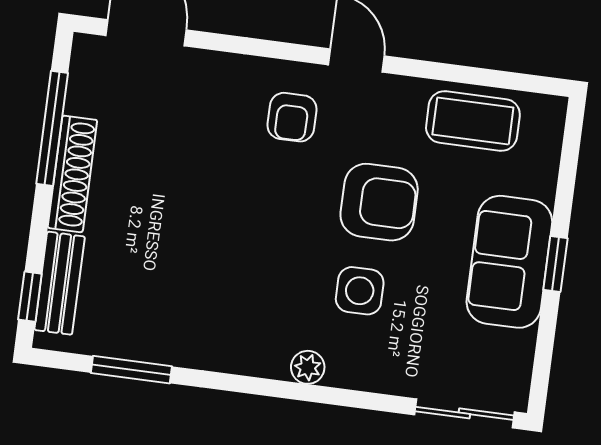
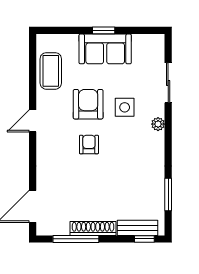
armchair: (292, 117) -> (89, 145), moved, turned -90
sliding door: (464, 413) -> (168, 83), moved

